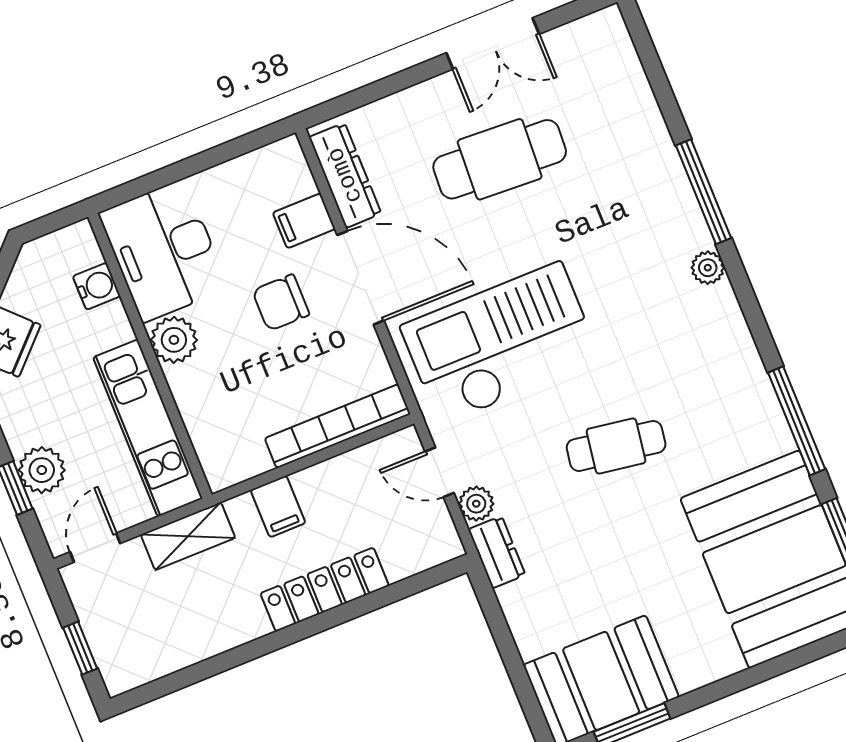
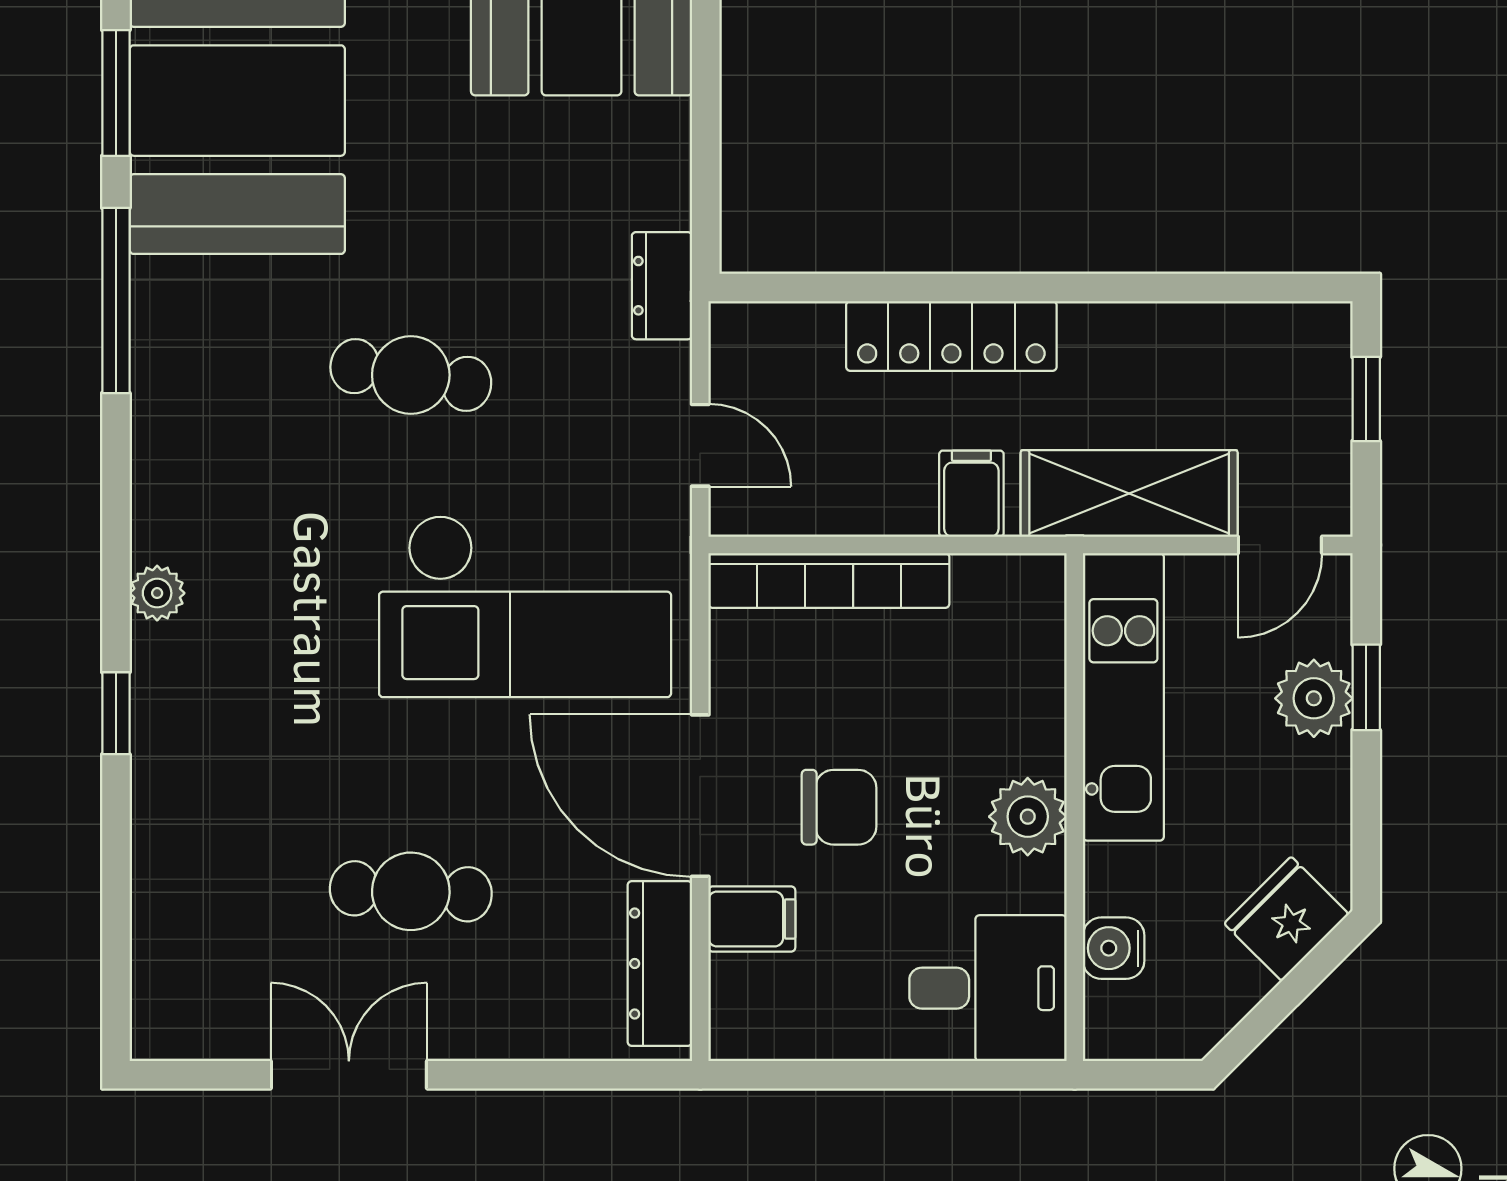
cafe table: (500, 159) -> (411, 891), width x0.73, depth x0.74
window: (704, 192) -> (116, 713), width x0.46
desk: (163, 251) -> (988, 988), width x0.73
plant: (476, 504) -> (663, 374), removed
shelving: (188, 536) -> (1129, 493), width x1.50, depth x1.33

